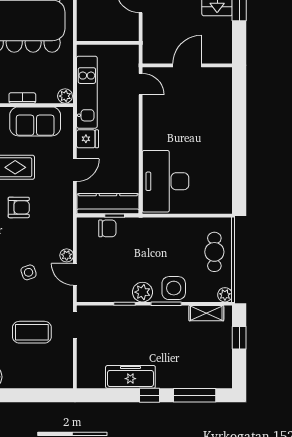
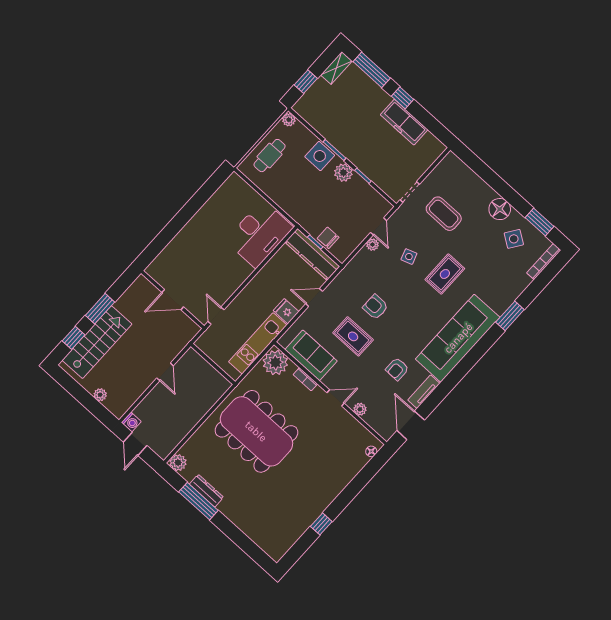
plant: (65, 96) -> (275, 363), width x1.88, depth x1.88
shelving: (206, 313) -> (336, 68), moved, turned 90

